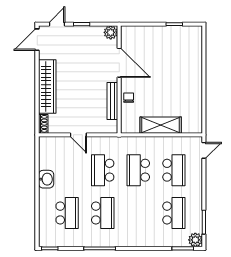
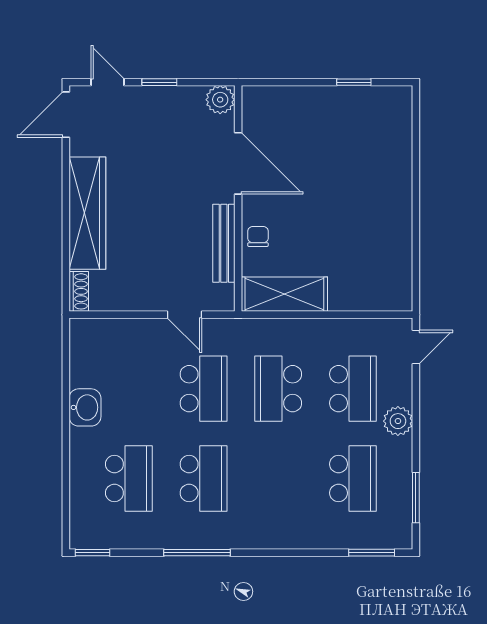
door: (57, 24) -> (108, 82), hinge flipped
shelving: (161, 125) -> (284, 294), moved
door: (78, 135) -> (185, 315), moved
school desk: (103, 170) -> (204, 389), turned 180
plant: (195, 240) -> (398, 421), moved

